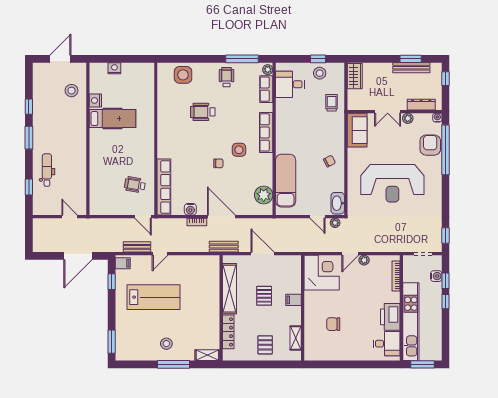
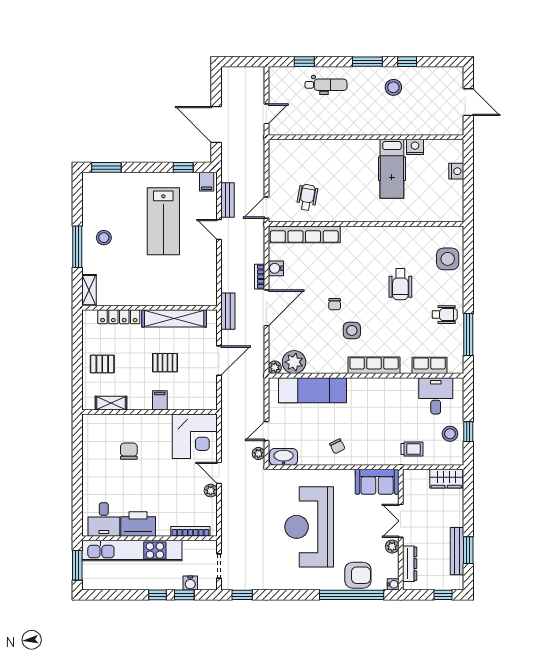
plant: (268, 70) -> (275, 367), moved
stool: (71, 91) -> (393, 87), moved
wheelchair: (203, 112) -> (400, 284), turned 180

